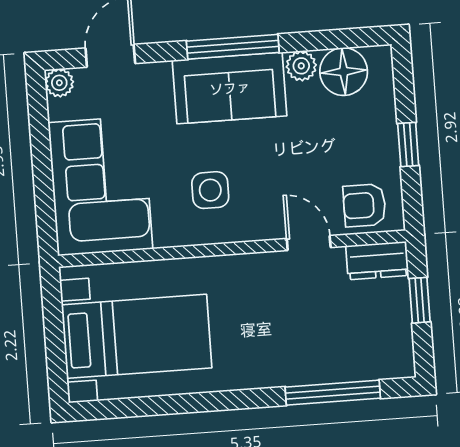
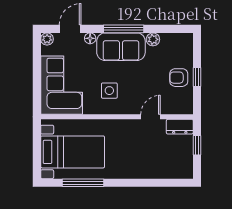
floor lamp: (344, 72) -> (90, 38), moved, width x0.53, depth x0.53
armchair: (364, 205) -> (179, 78), moved
door: (309, 243) -> (150, 117), hinge flipped
window: (333, 393) -> (83, 183), moved

